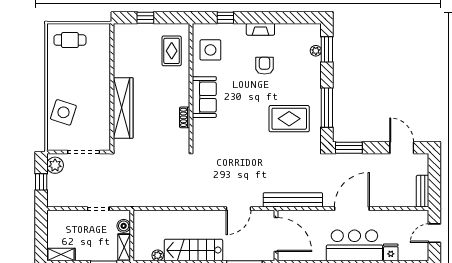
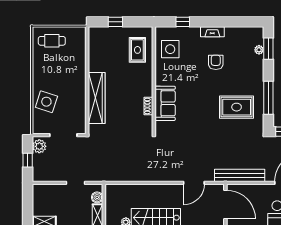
sofa: (204, 97) -> (165, 103), moved

